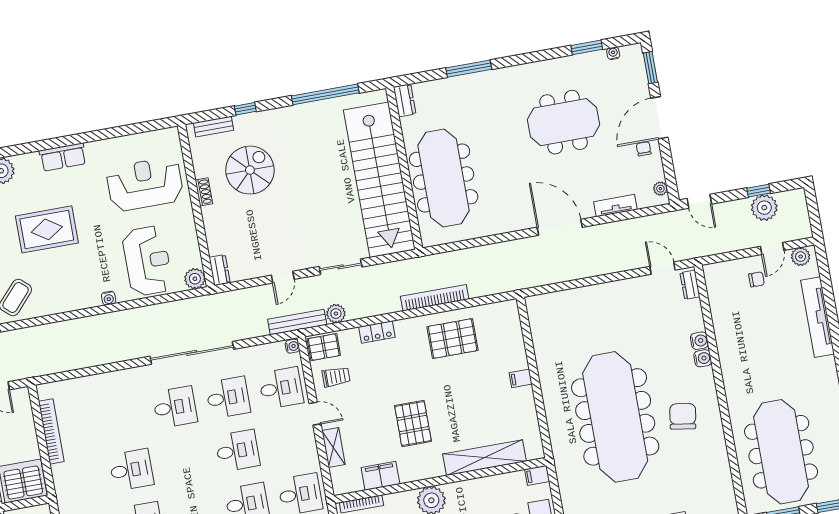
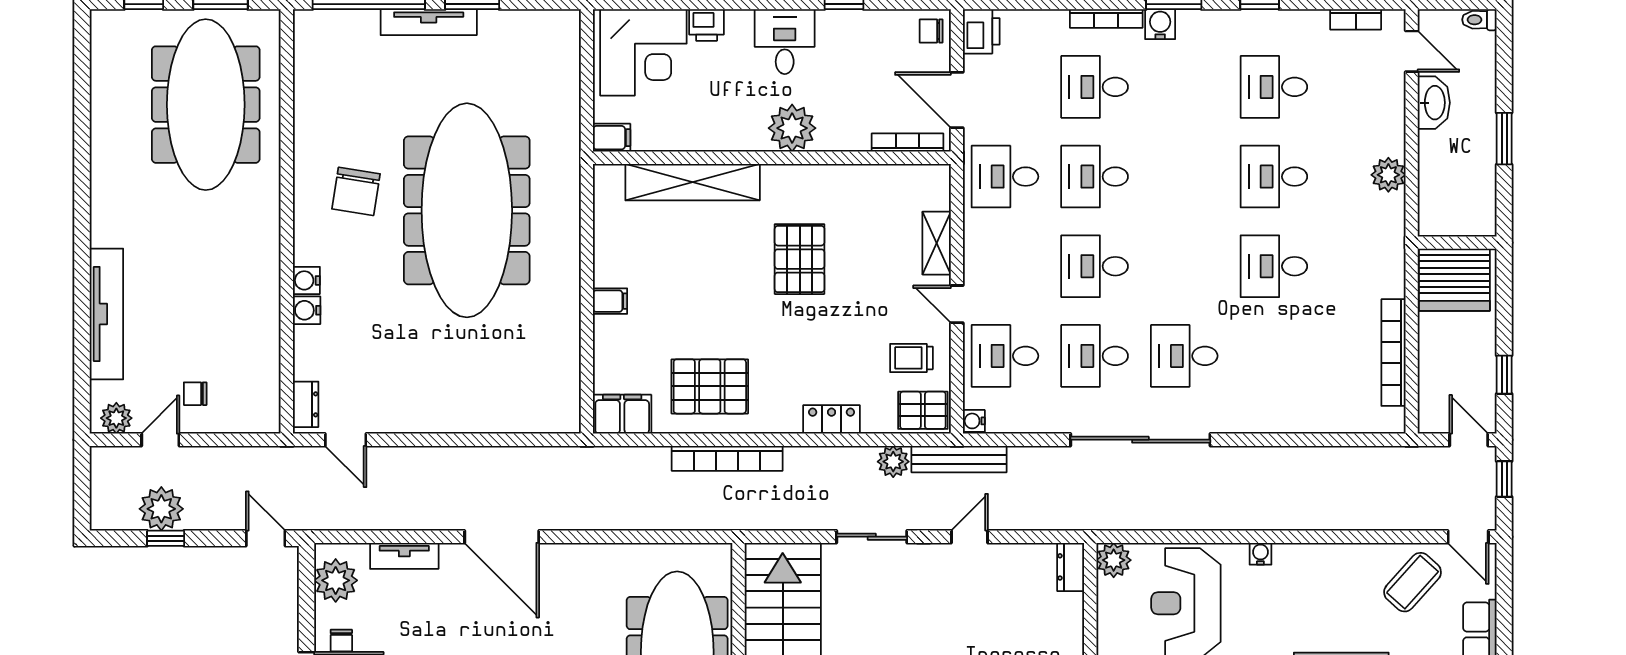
plant: (660, 189) -> (336, 580), width x1.87, depth x1.87
filing cabinet: (380, 476) -> (622, 414), moved, turned 180

